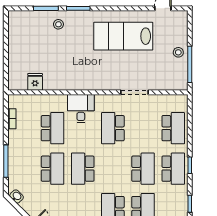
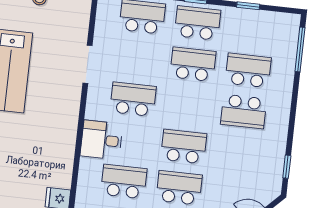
school desk: (113, 128) -> (133, 99), turned 180
school desk: (83, 169) -> (184, 147), turned 180

